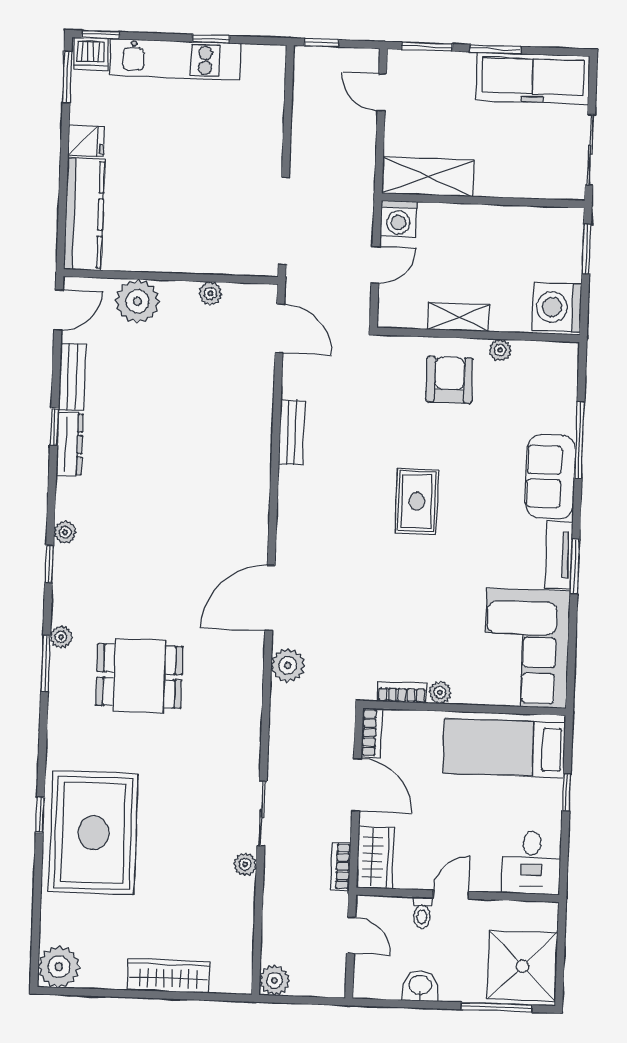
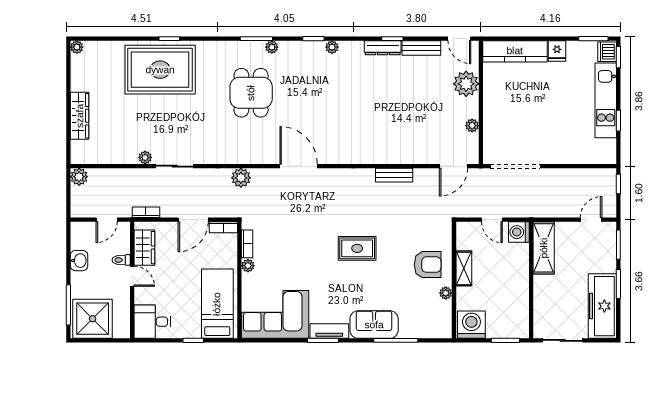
plant: (288, 665) -> (241, 178), moved
wardrobe: (375, 857) -> (144, 248), moved, turned -90
plant: (59, 967) -> (77, 47), width x0.53, depth x0.53

